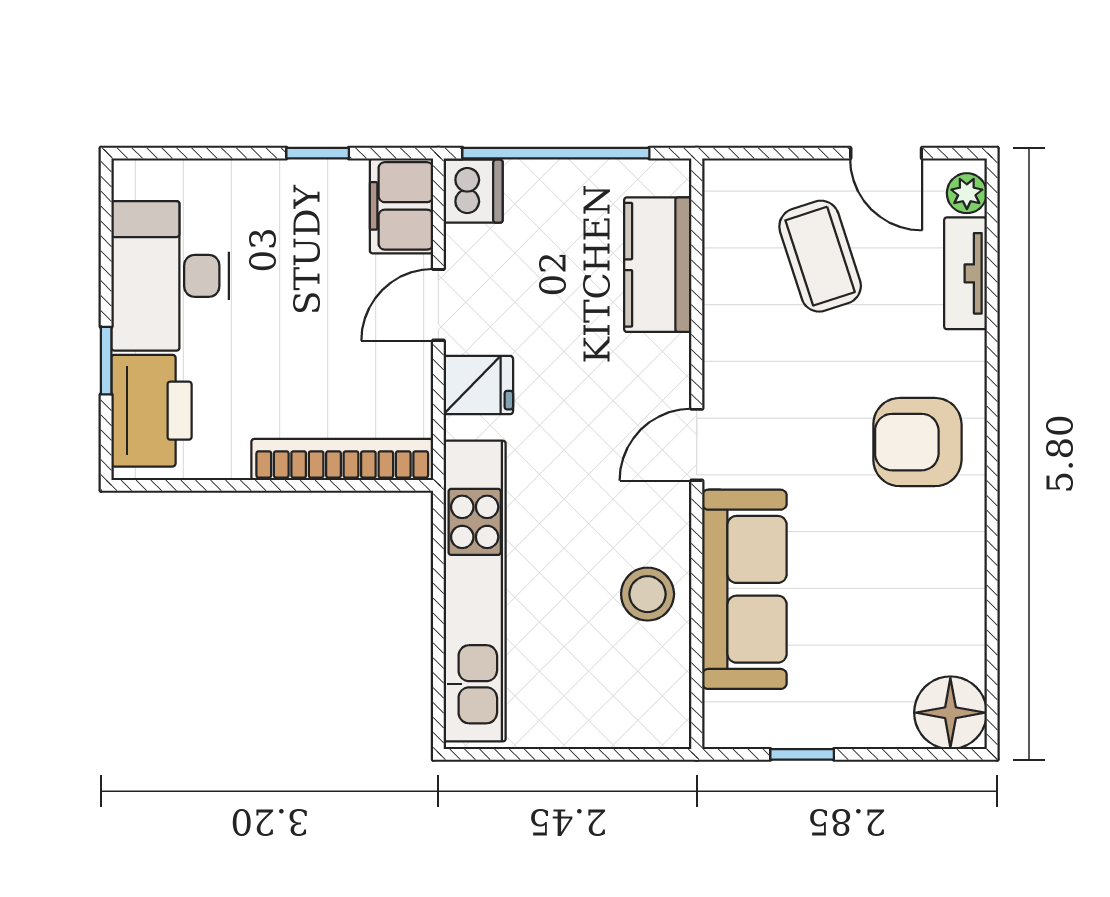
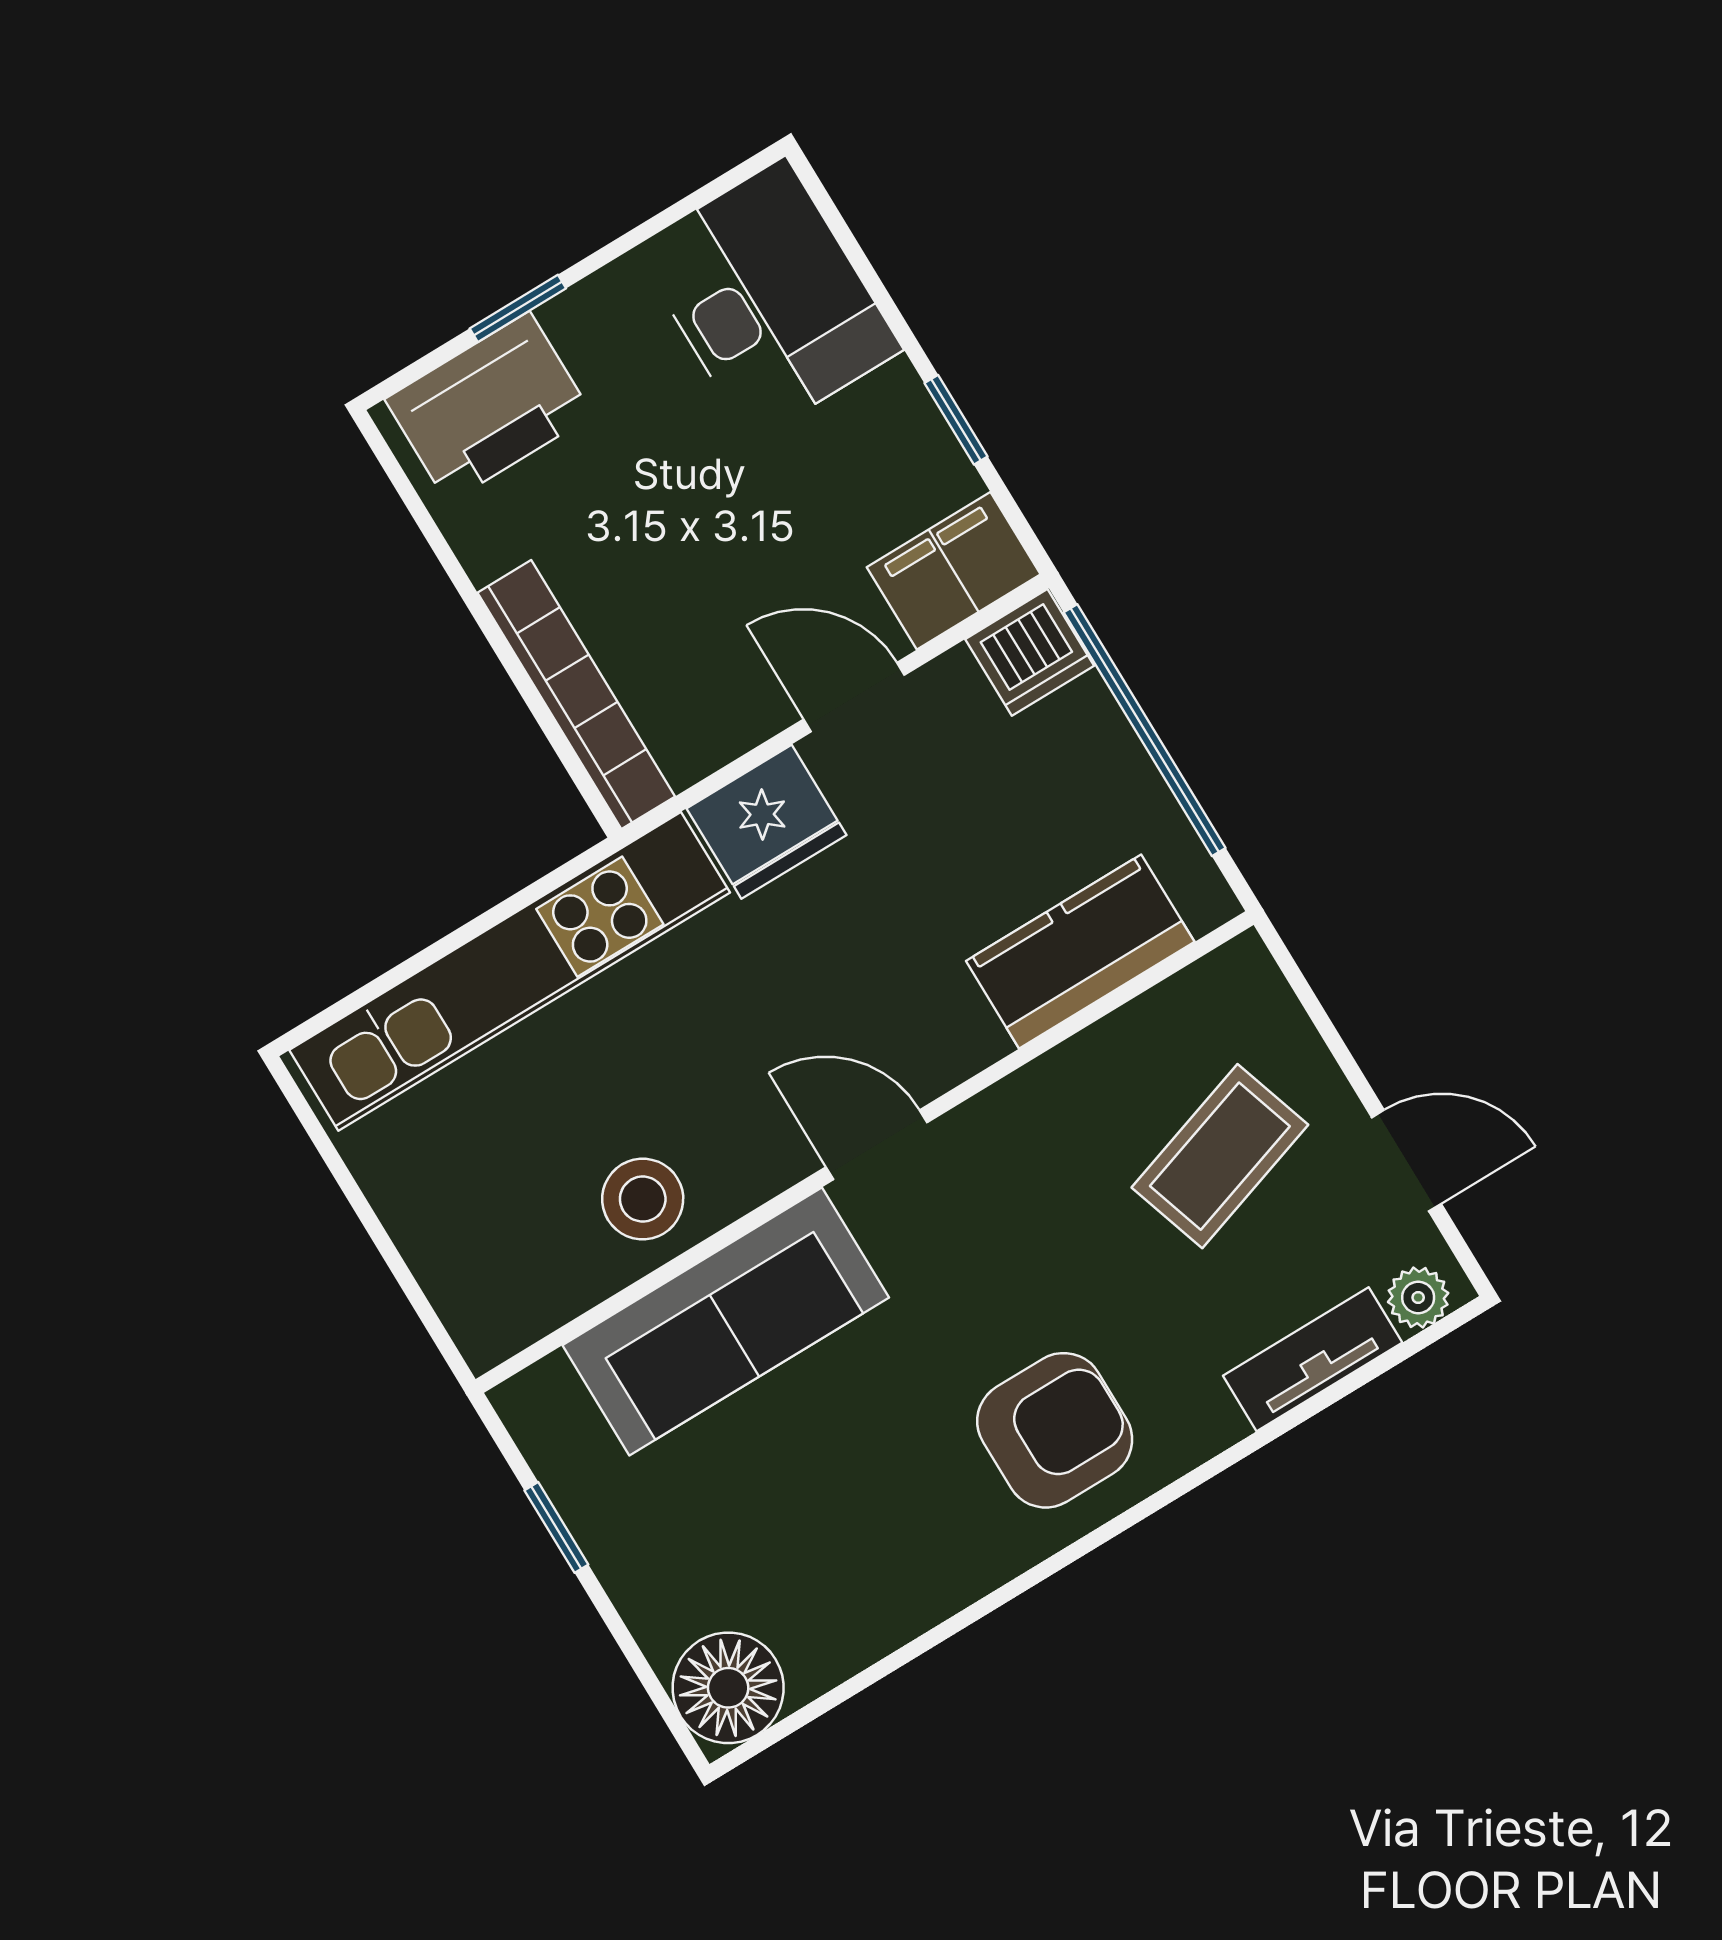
door: (886, 153) -> (1406, 1161), swing flipped
desk: (170, 276) -> (768, 299), moved, turned 90
fridge: (478, 385) -> (767, 822), width x1.38
armchair: (917, 442) -> (1055, 1430), turned 90

